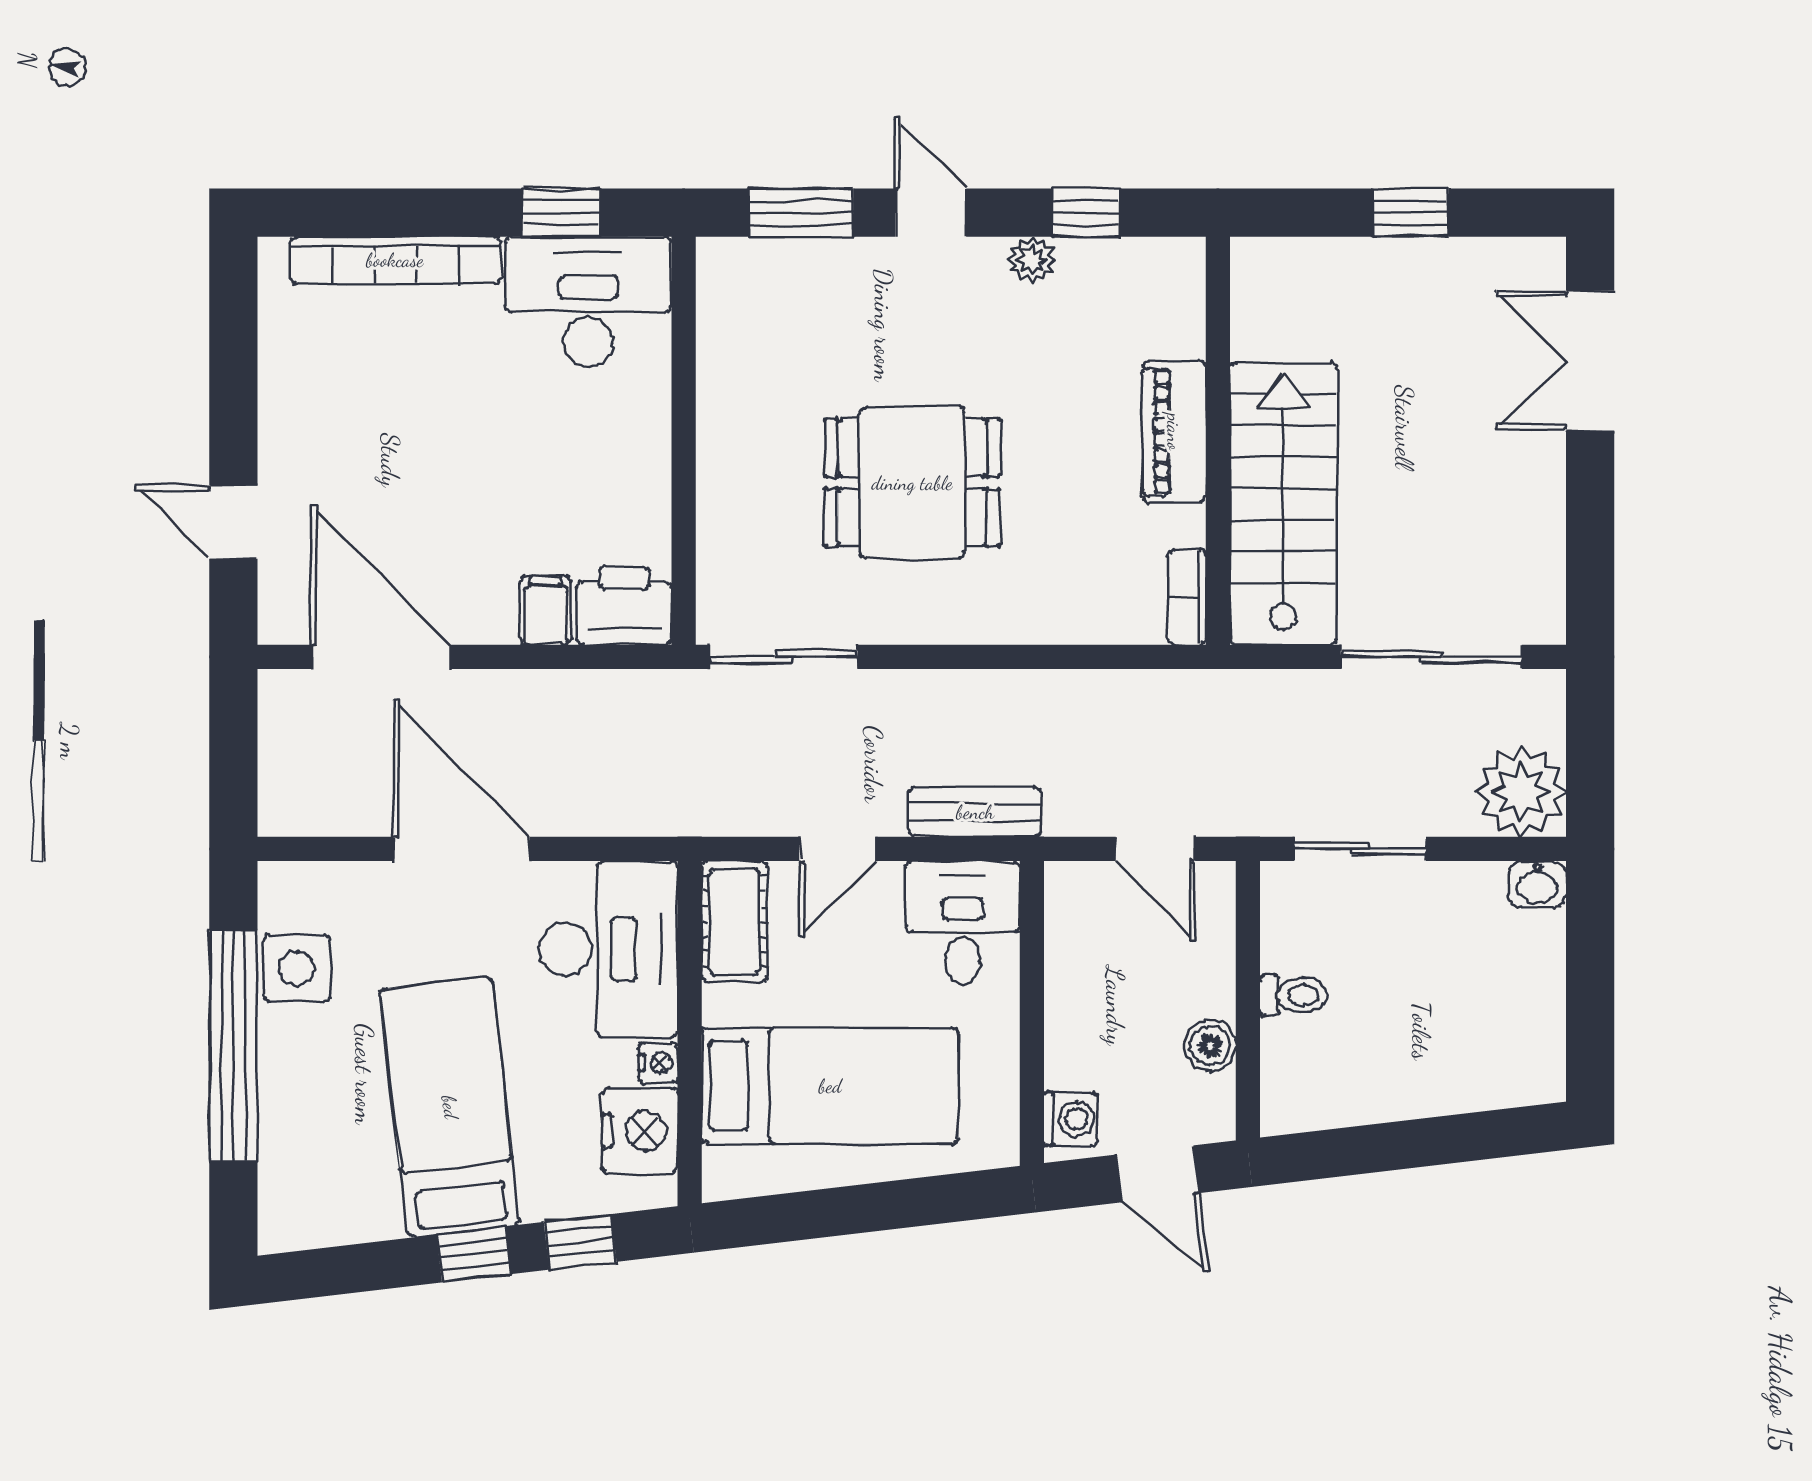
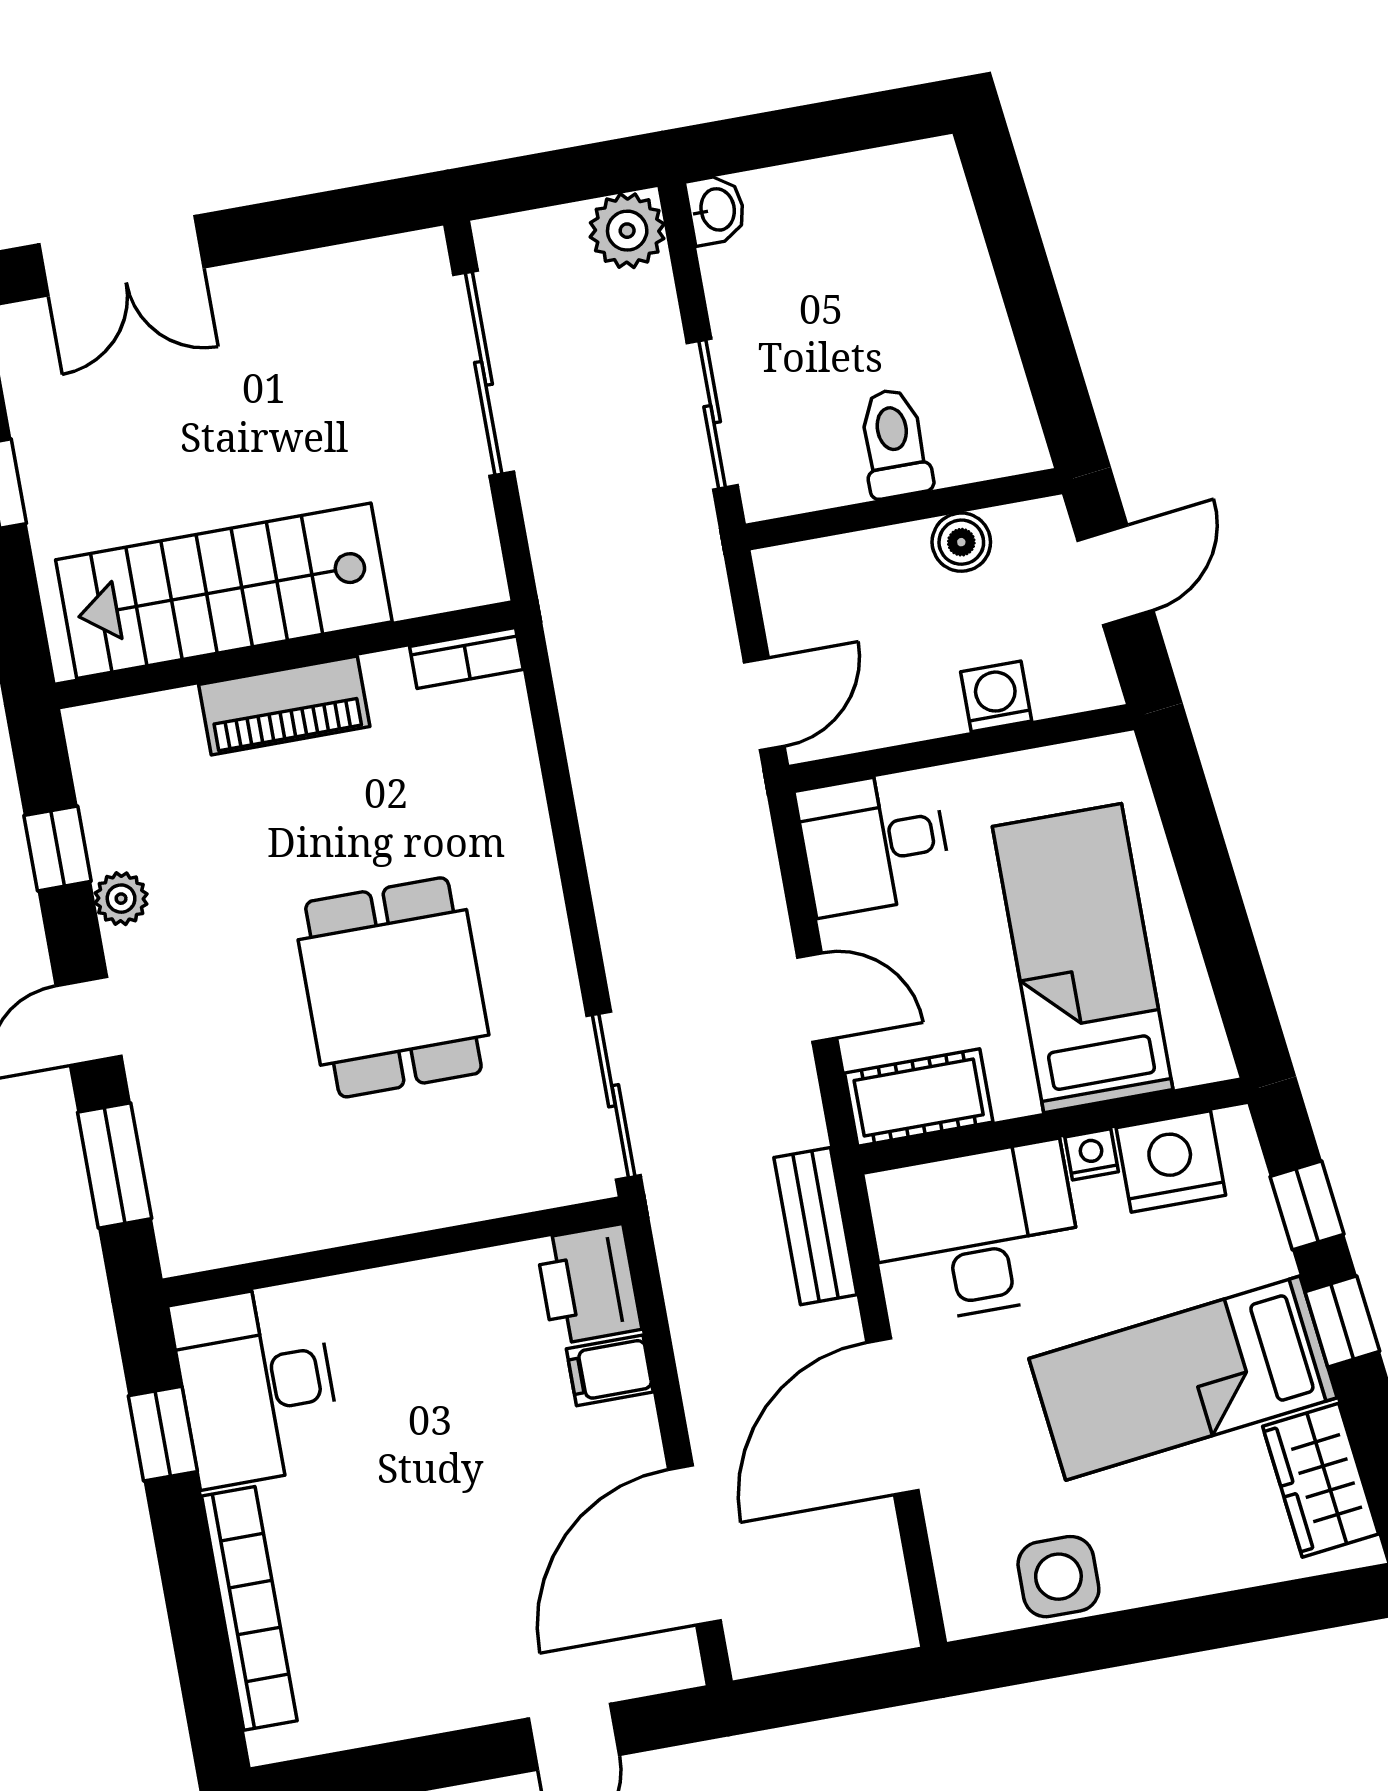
stairs: (1283, 504) -> (224, 591), moved
plant: (1521, 792) -> (627, 231), width x0.73, depth x0.73
bench: (975, 812) -> (815, 1226), moved
door: (1155, 849) -> (764, 704), moved
toilet: (1294, 995) -> (894, 443), width x1.37, depth x1.39
window: (233, 1046) -> (1158, 1632), removed
washing machine: (1071, 1119) -> (996, 696), moved
wardrobe: (339, 1211) -> (1321, 1480), added

